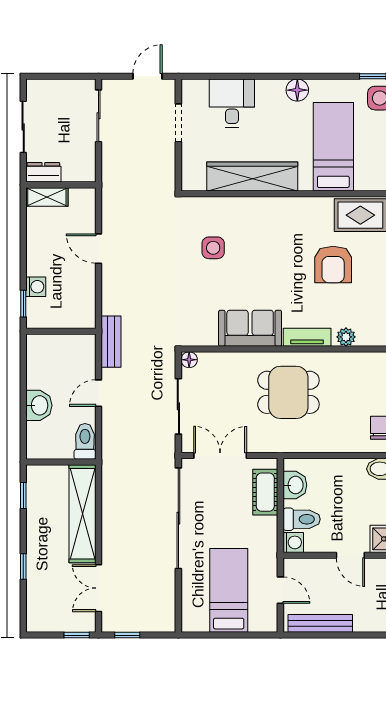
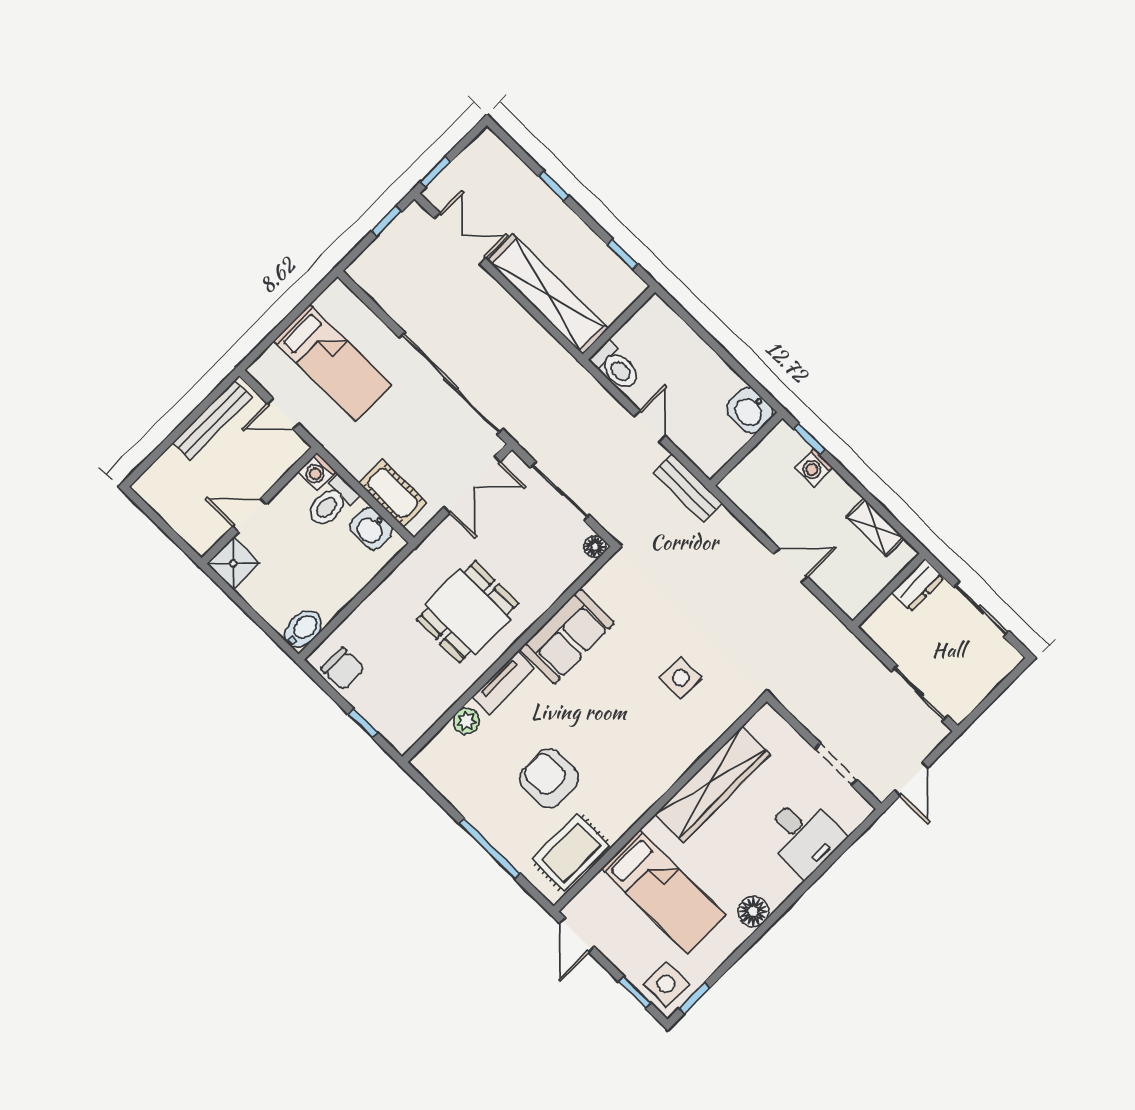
shelving: (47, 197) -> (875, 528), moved, turned 90
washbasin: (39, 405) -> (750, 410), moved

